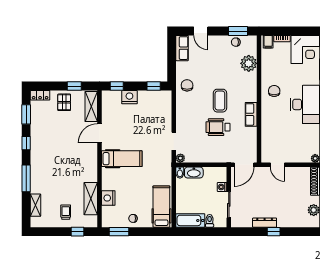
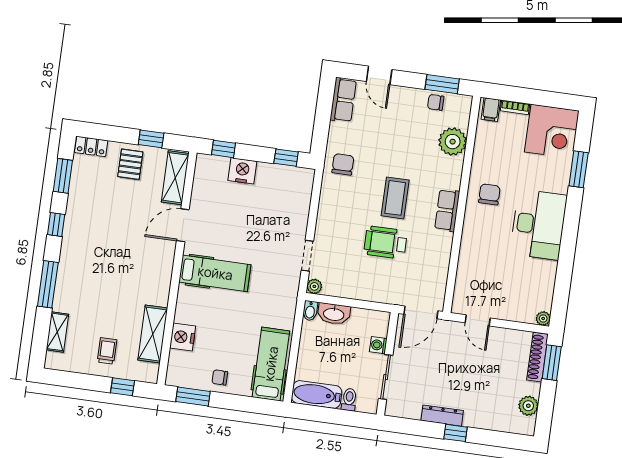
row of seats: (251, 114) -> (447, 210), moved

